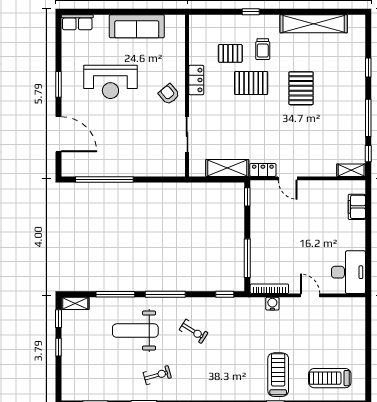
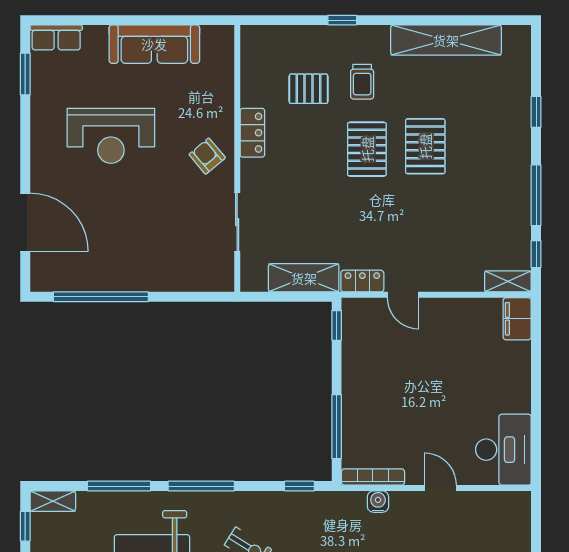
pallet: (251, 83) -> (367, 149), moved, turned 90
window: (58, 84) -> (25, 74), moved
filing cabinet: (357, 207) -> (517, 319), moved

